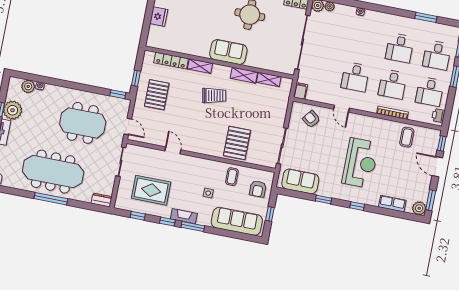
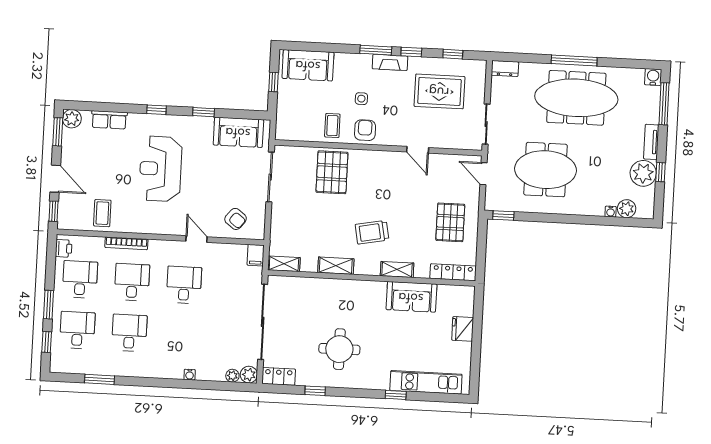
sofa: (228, 52) -> (411, 297), moved
locker: (171, 61) -> (453, 272), moved
window: (136, 78) -> (482, 241), removed
shelving: (269, 79) -> (284, 264), moved
armchair: (258, 189) -> (365, 130), moved
sofa: (237, 221) -> (308, 65), width x0.73

